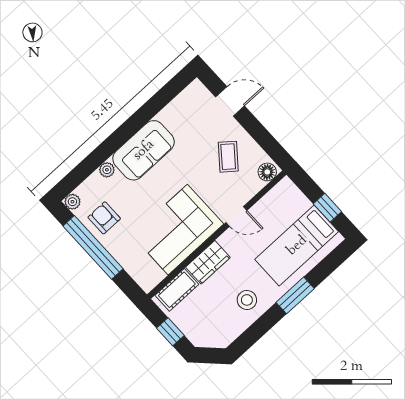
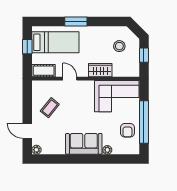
floor lamp: (267, 172) -> (39, 86), removed
plant: (72, 202) -> (36, 150), moved
corner sofa: (178, 230) -> (117, 96), moved
cot: (177, 290) -> (44, 71), moved
stool: (247, 300) -> (119, 46), moved

